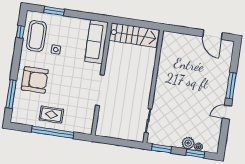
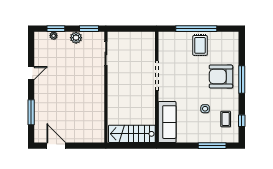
window: (54, 11) -> (212, 146), width x1.44
coffee table: (36, 36) -> (226, 119), width x0.54, depth x0.58
window: (231, 86) -> (31, 112), moved
window: (11, 94) -> (242, 80), moved
rug: (51, 115) -> (200, 45), turned 90
plant: (188, 143) -> (76, 38), moved

